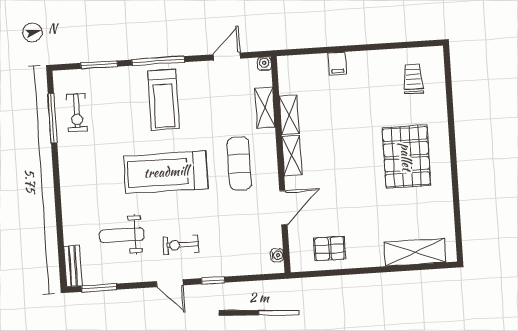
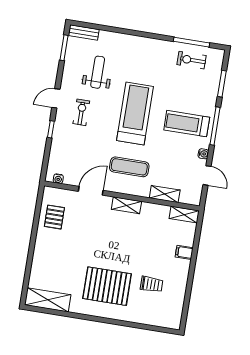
water cooler: (264, 64) -> (203, 154), moved
trolley: (413, 79) -> (152, 284), moved
shelving: (289, 115) -> (184, 215), moved
door: (283, 208) -> (91, 191), swing flipped
shelving: (415, 252) -> (48, 300), moved, turned 90

